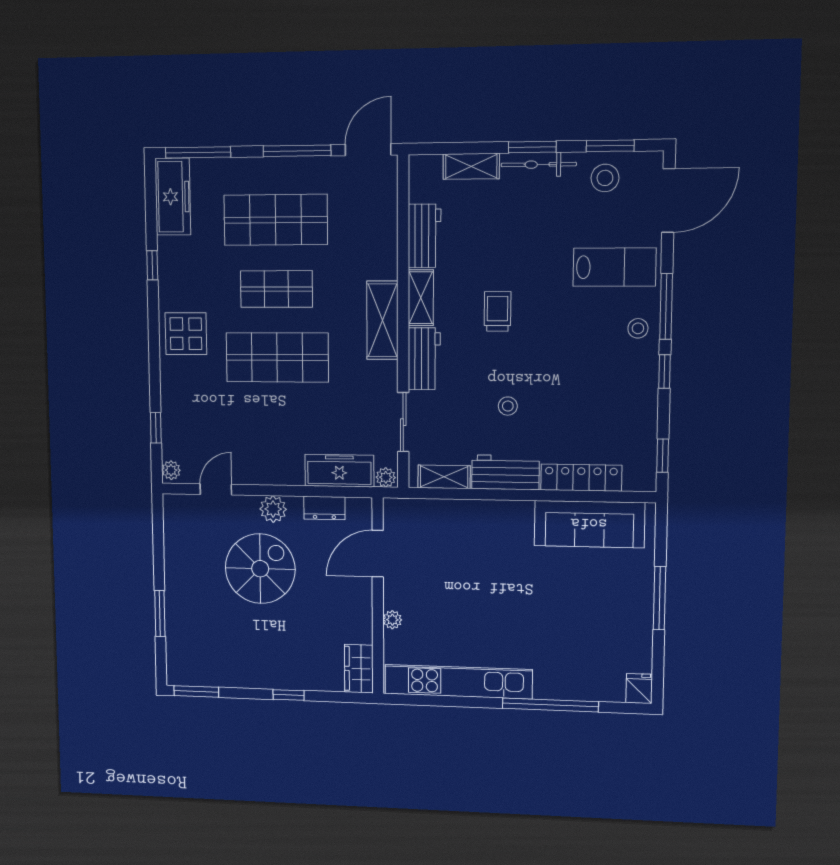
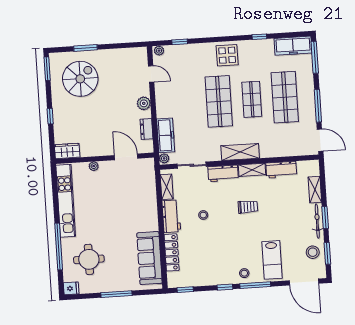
spiral stairs: (260, 569) -> (80, 79), moved, turned -90
round table: (582, 647) -> (89, 259), added

